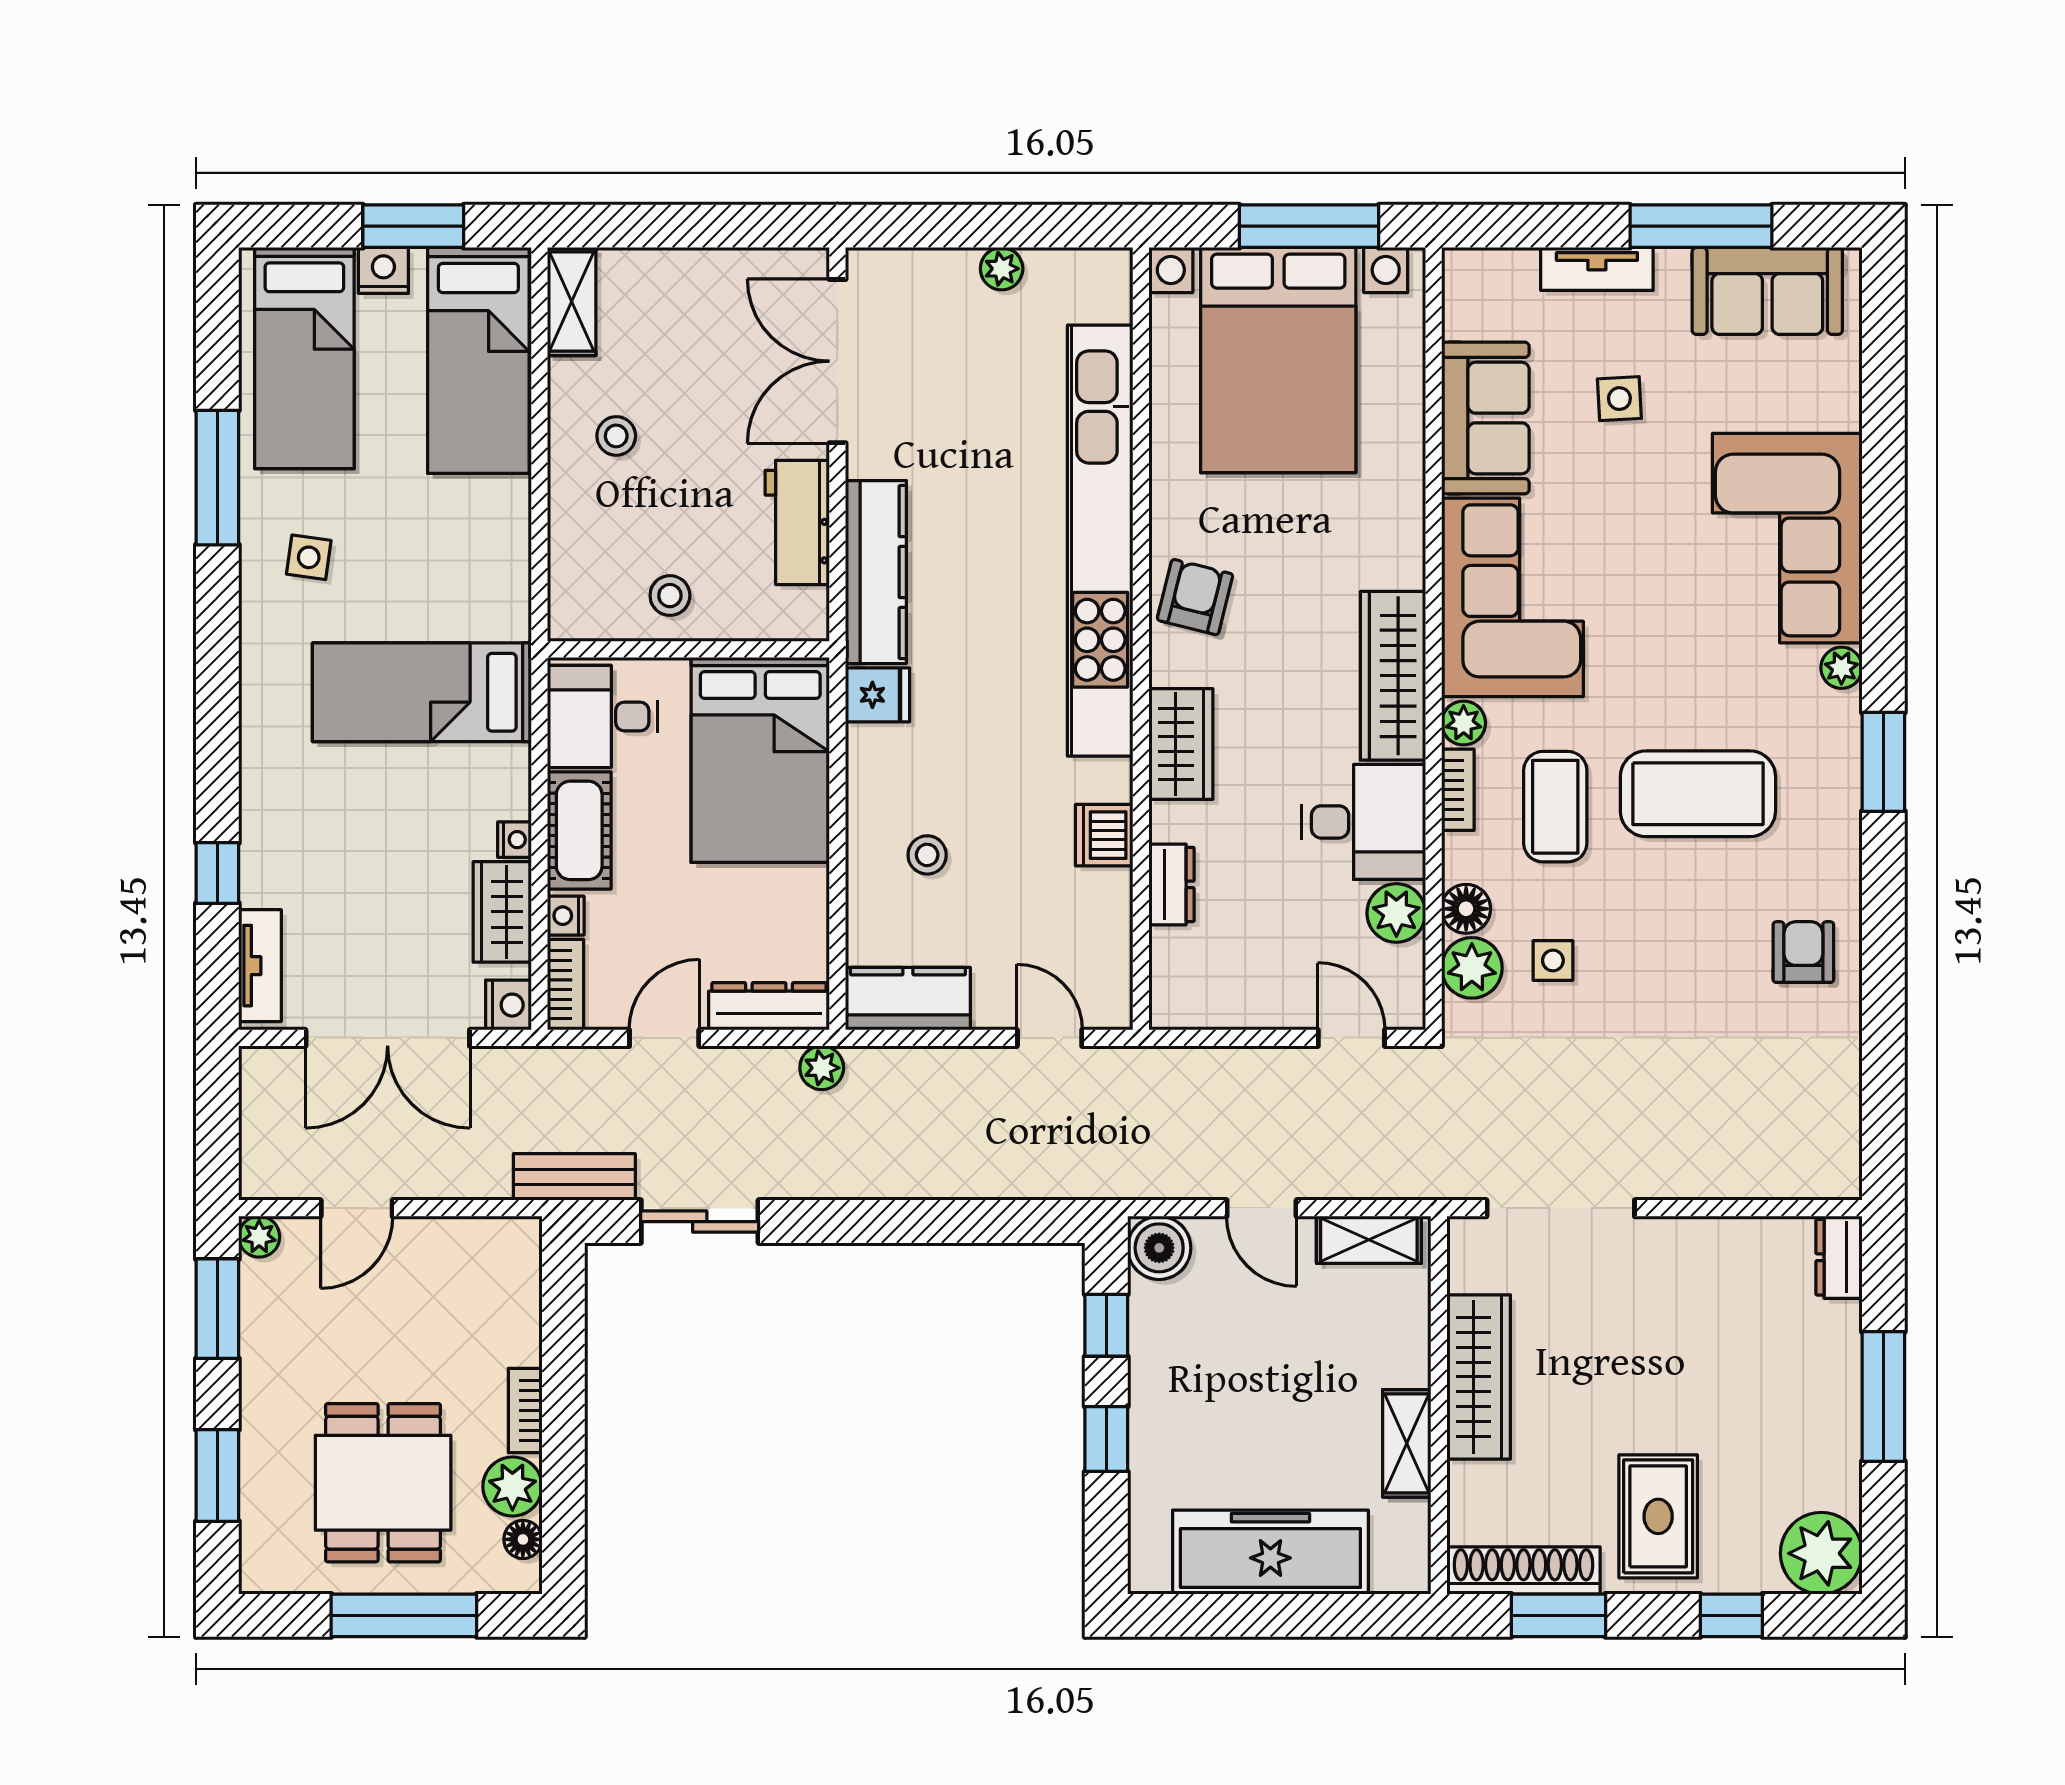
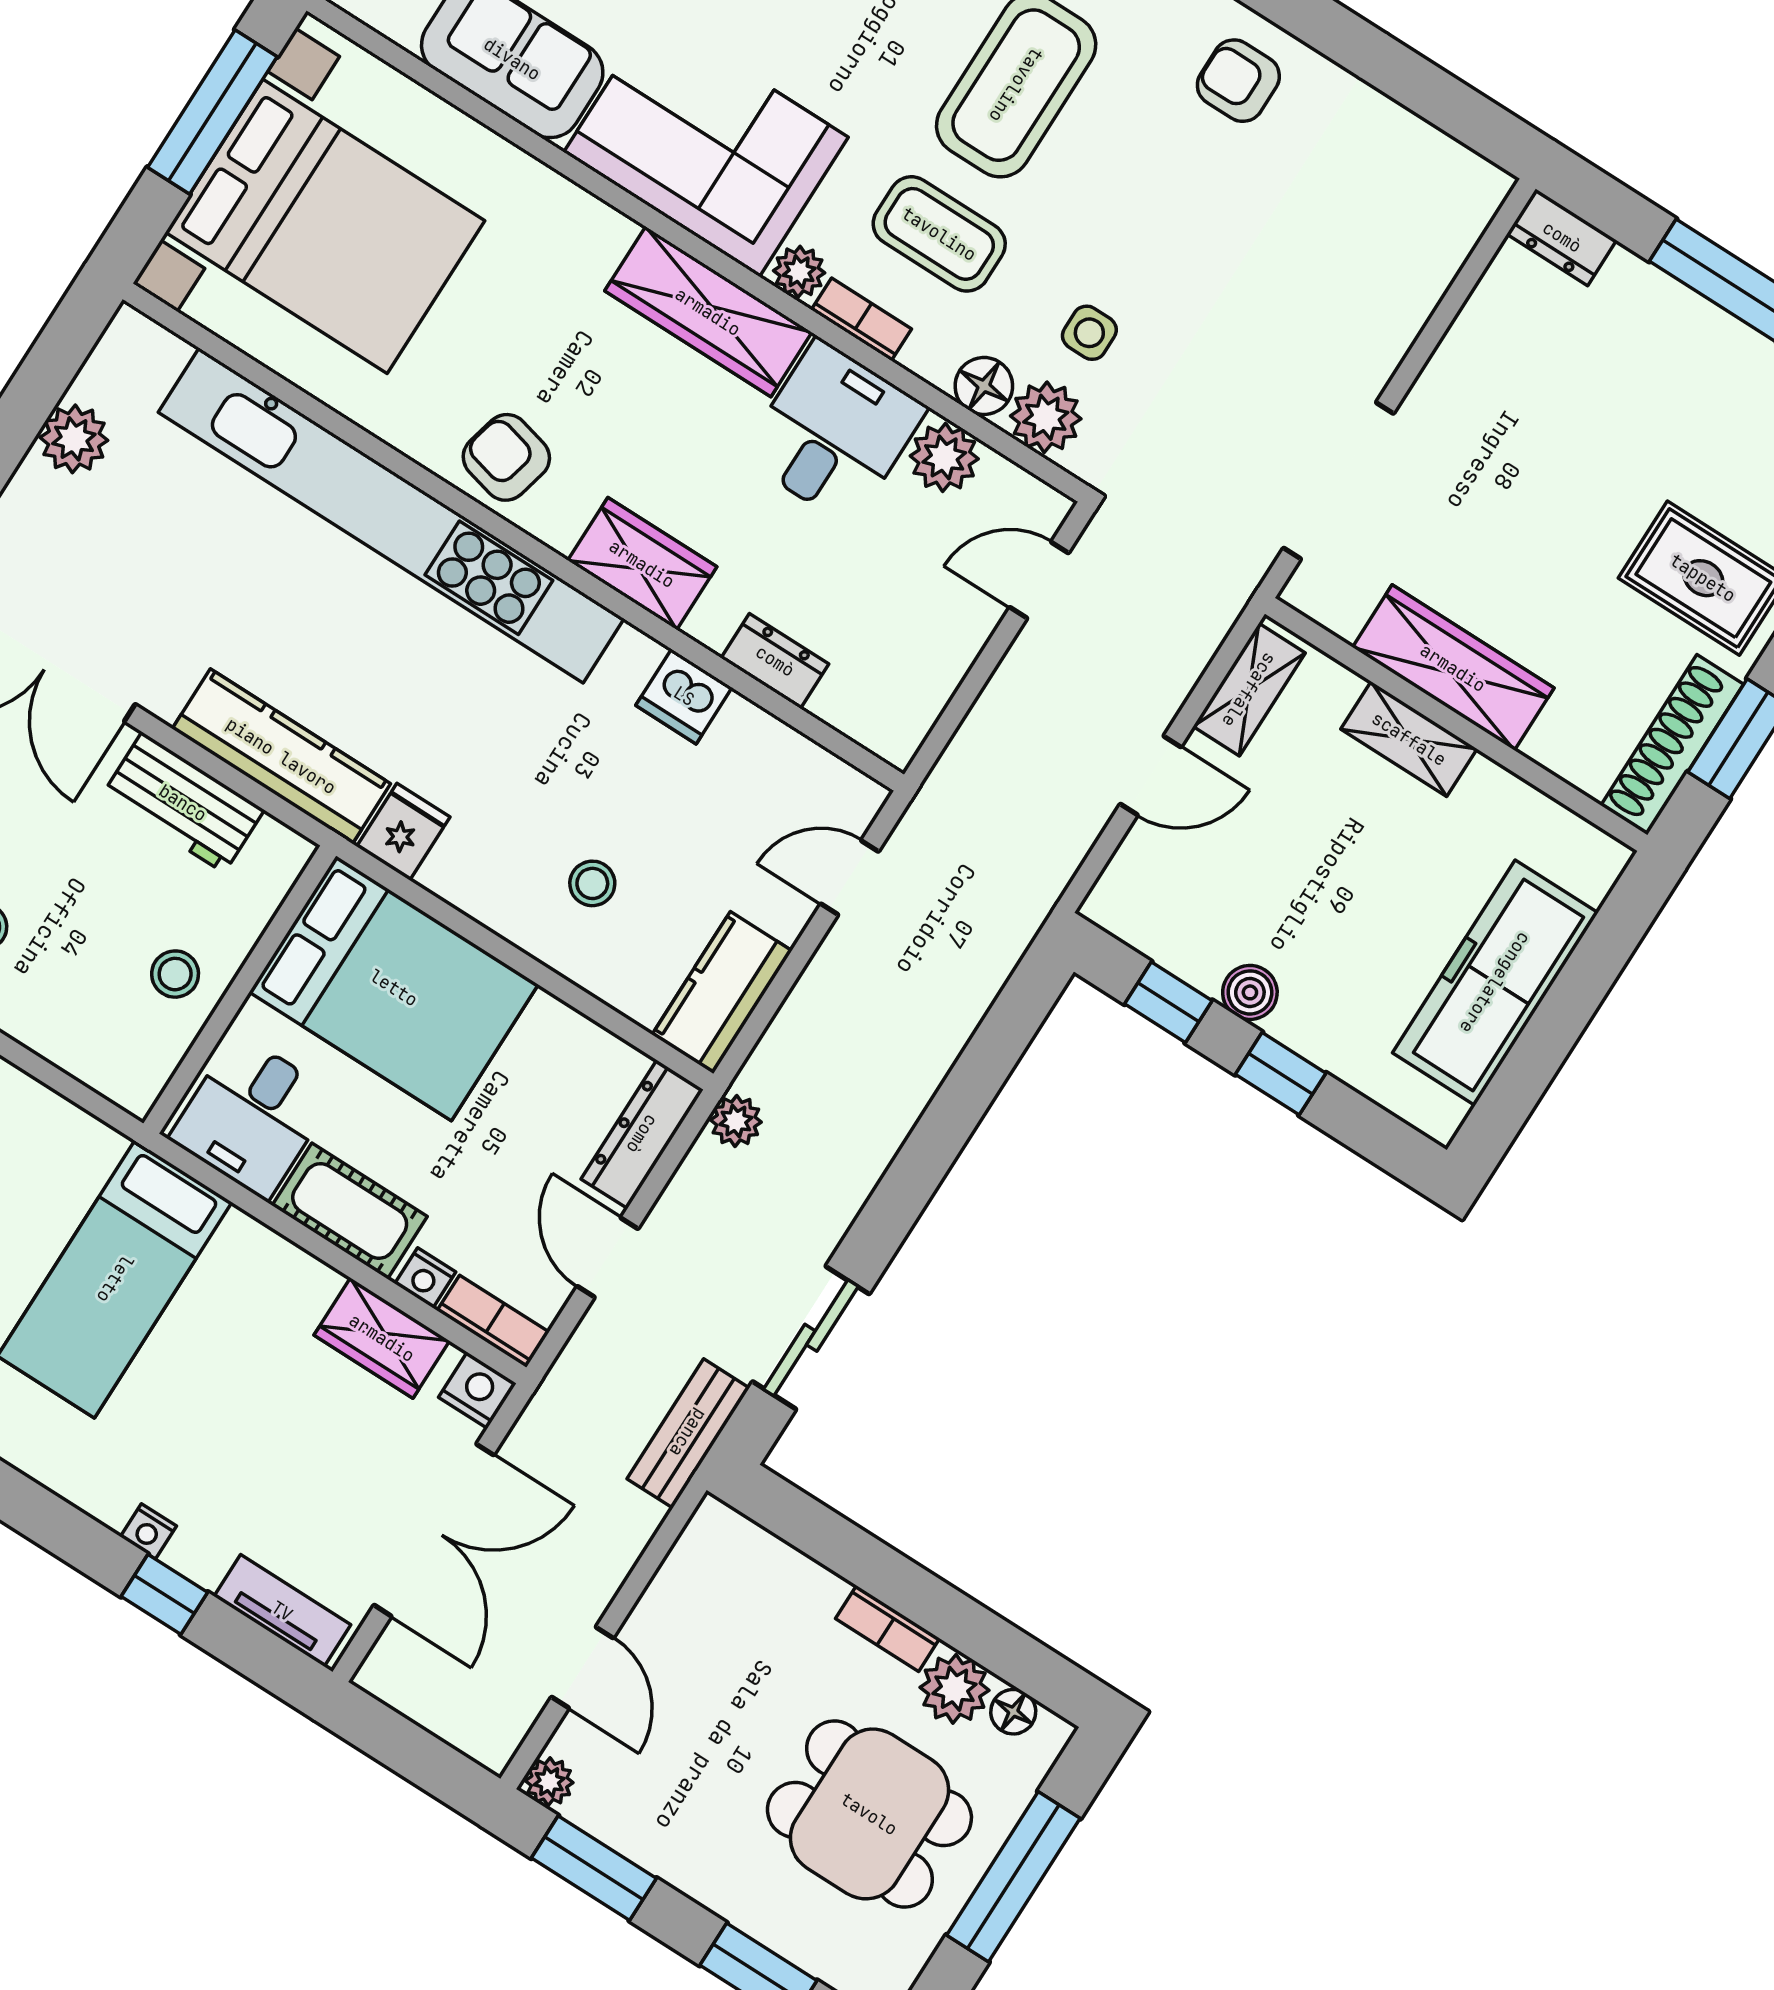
plant: (1002, 269) -> (74, 439), width x1.38, depth x1.38
nightstand: (515, 840) -> (148, 1531), moved, turned 180
boiler: (1159, 1248) -> (1250, 992), moved, width x0.73, depth x0.73
shelving: (1407, 1443) -> (1409, 739), moved

